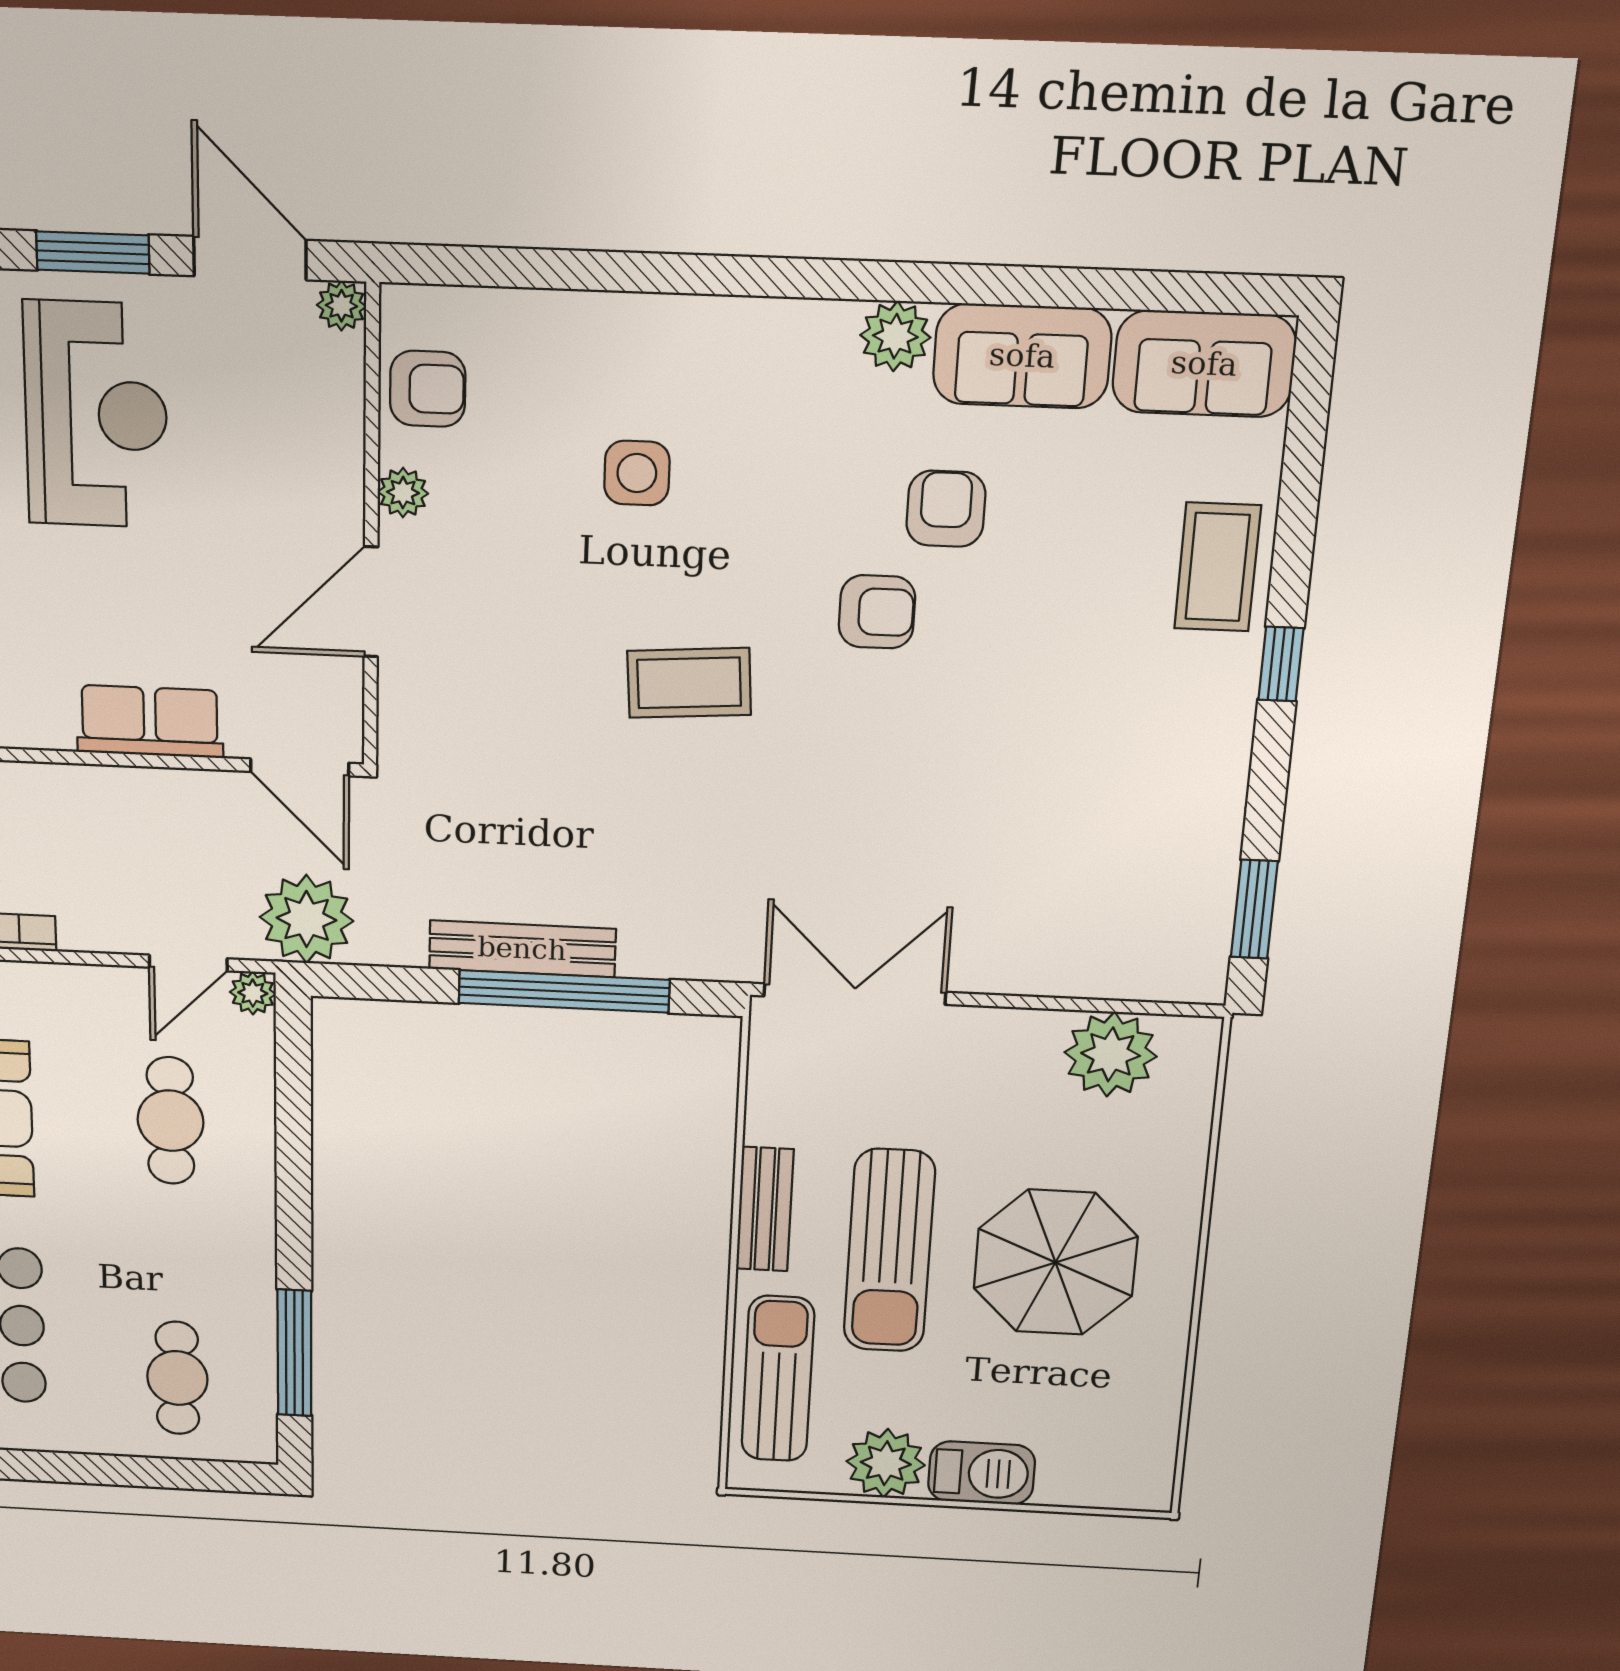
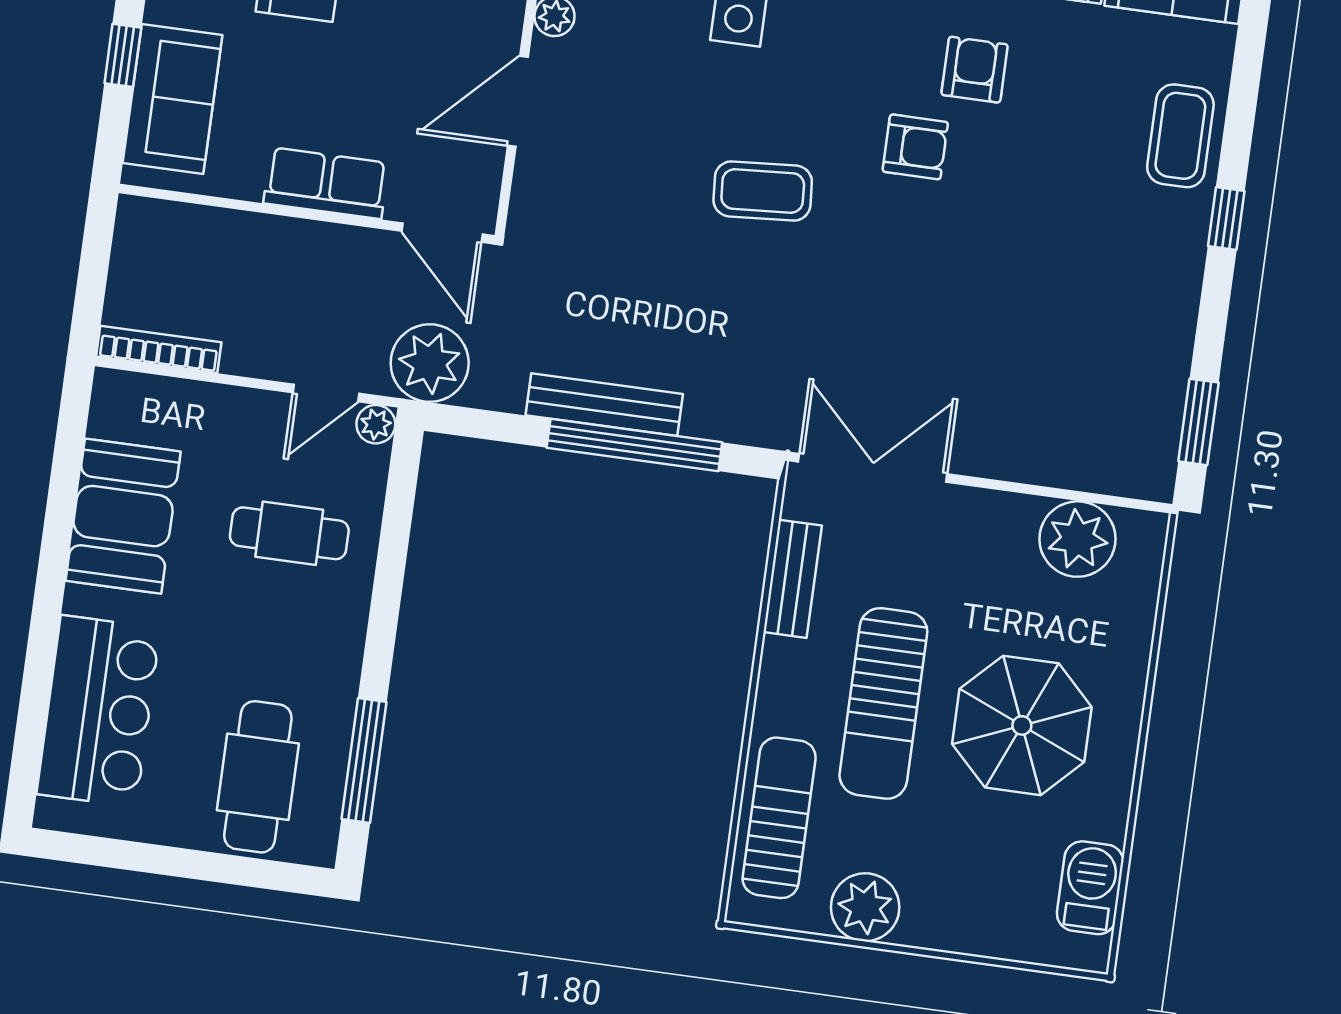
cafe table: (171, 1121) -> (289, 533), turned 90
bench: (765, 1209) -> (793, 579), moved
cafe table: (177, 1378) -> (258, 777), width x1.37, depth x1.35
barbecue: (982, 1473) -> (1090, 888), moved, turned -90

